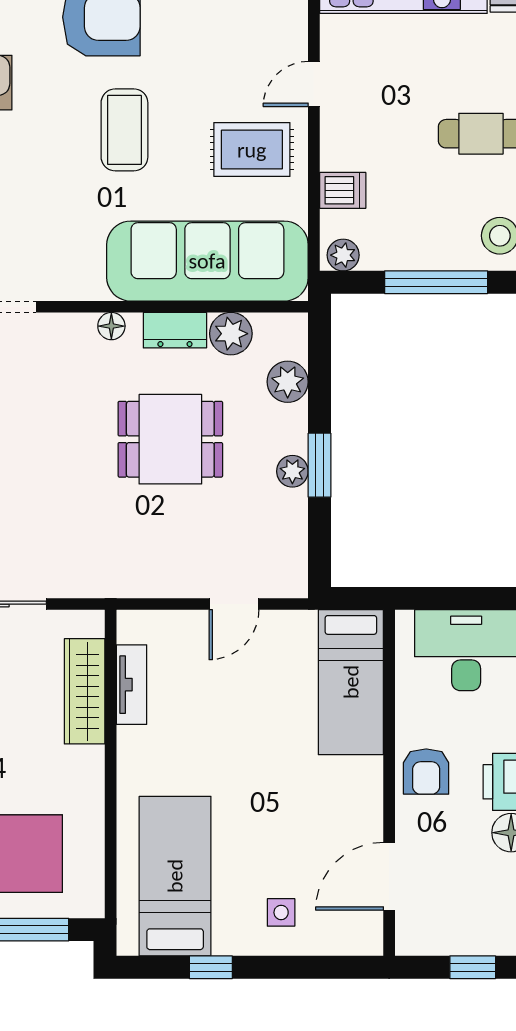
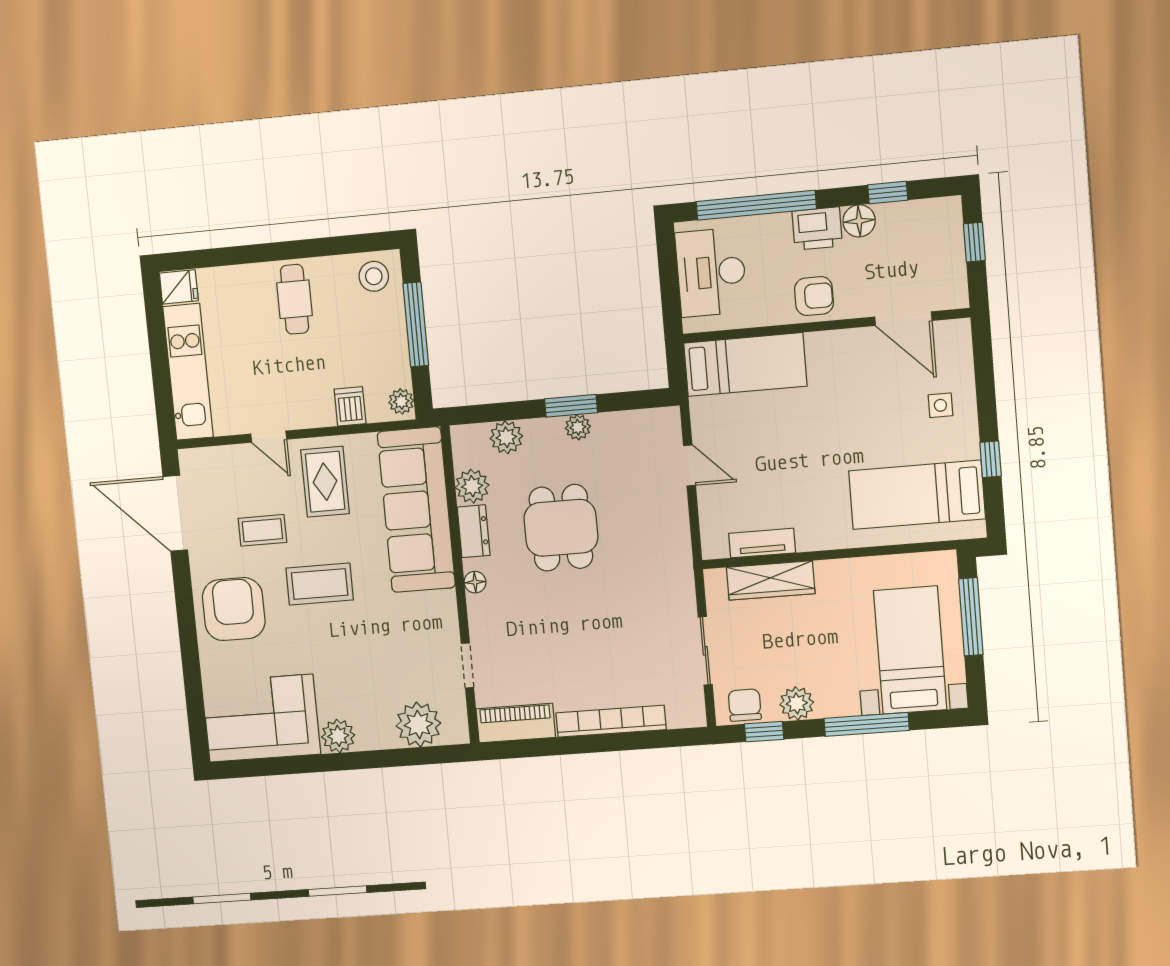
coffee table: (198, 64) -> (262, 530), added

